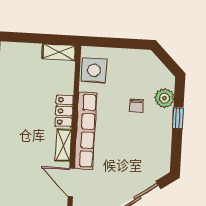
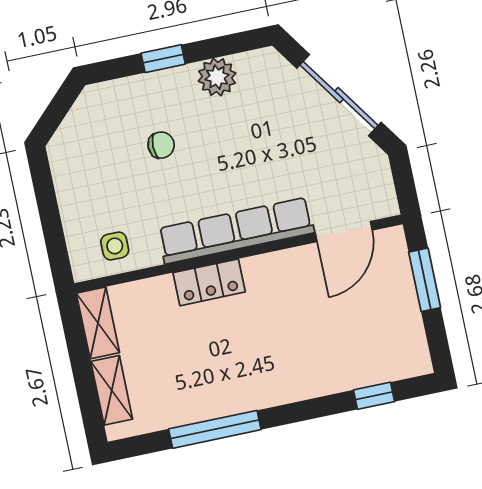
side table: (94, 70) -> (115, 246), width x0.54, depth x0.54
plant: (164, 98) -> (217, 77), moved
shelving: (63, 145) -> (112, 390), moved, turned 90

